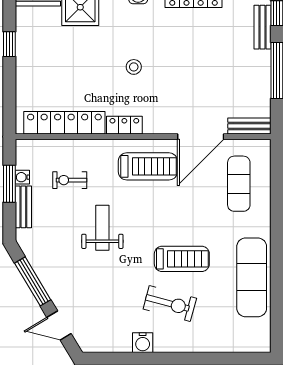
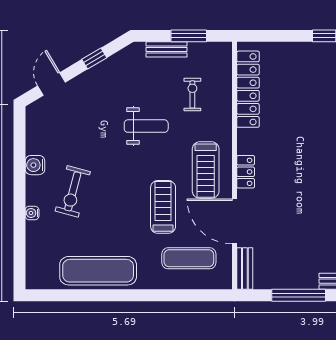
stool: (134, 67) -> (302, 156), removed
locker: (124, 125) -> (246, 172), moved
water cooler: (22, 177) -> (32, 213), moved, turned -90
treadmill: (182, 259) -> (163, 207), moved, turned 180
window: (33, 281) -> (94, 58), width x0.46

